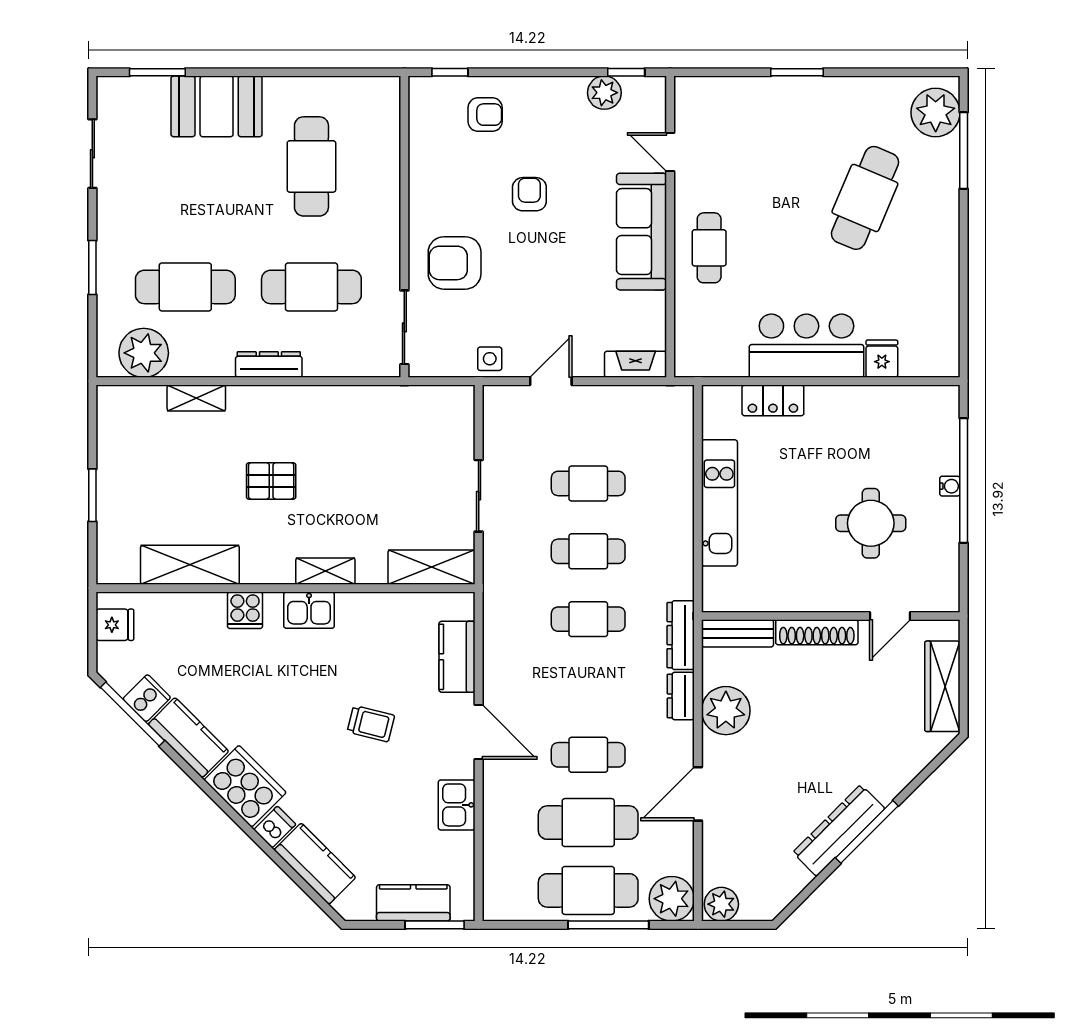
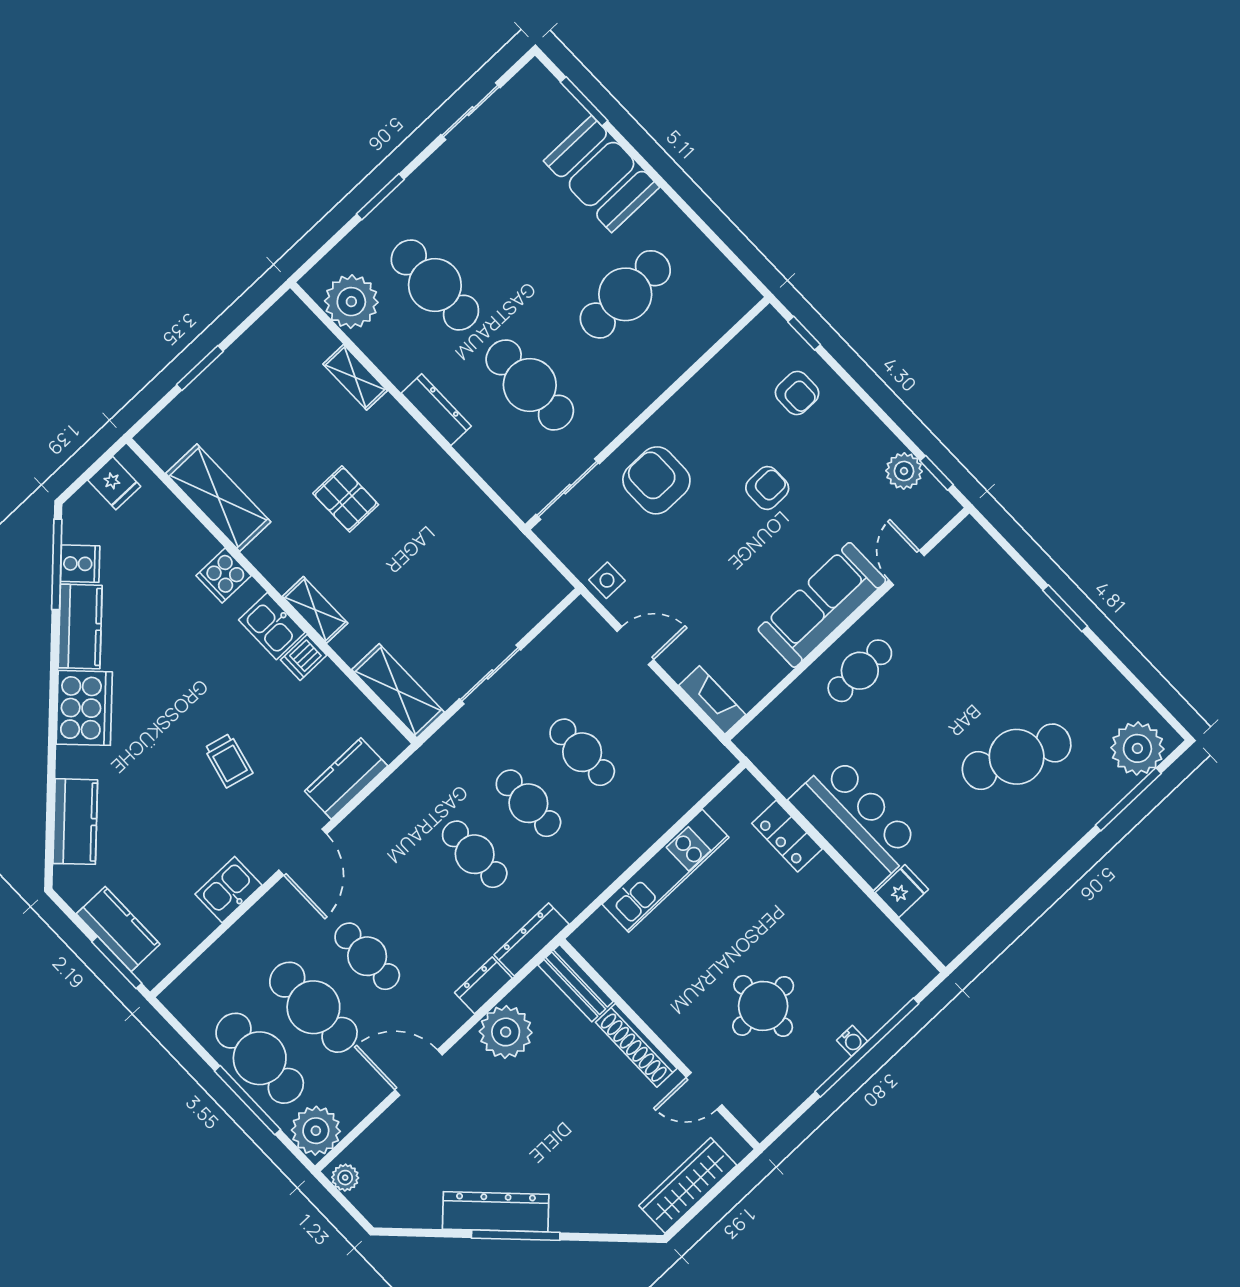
dishwasher: (275, 827) -> (304, 657), moved, turned 135
plant: (721, 904) -> (345, 1178), width x0.73, depth x0.73

